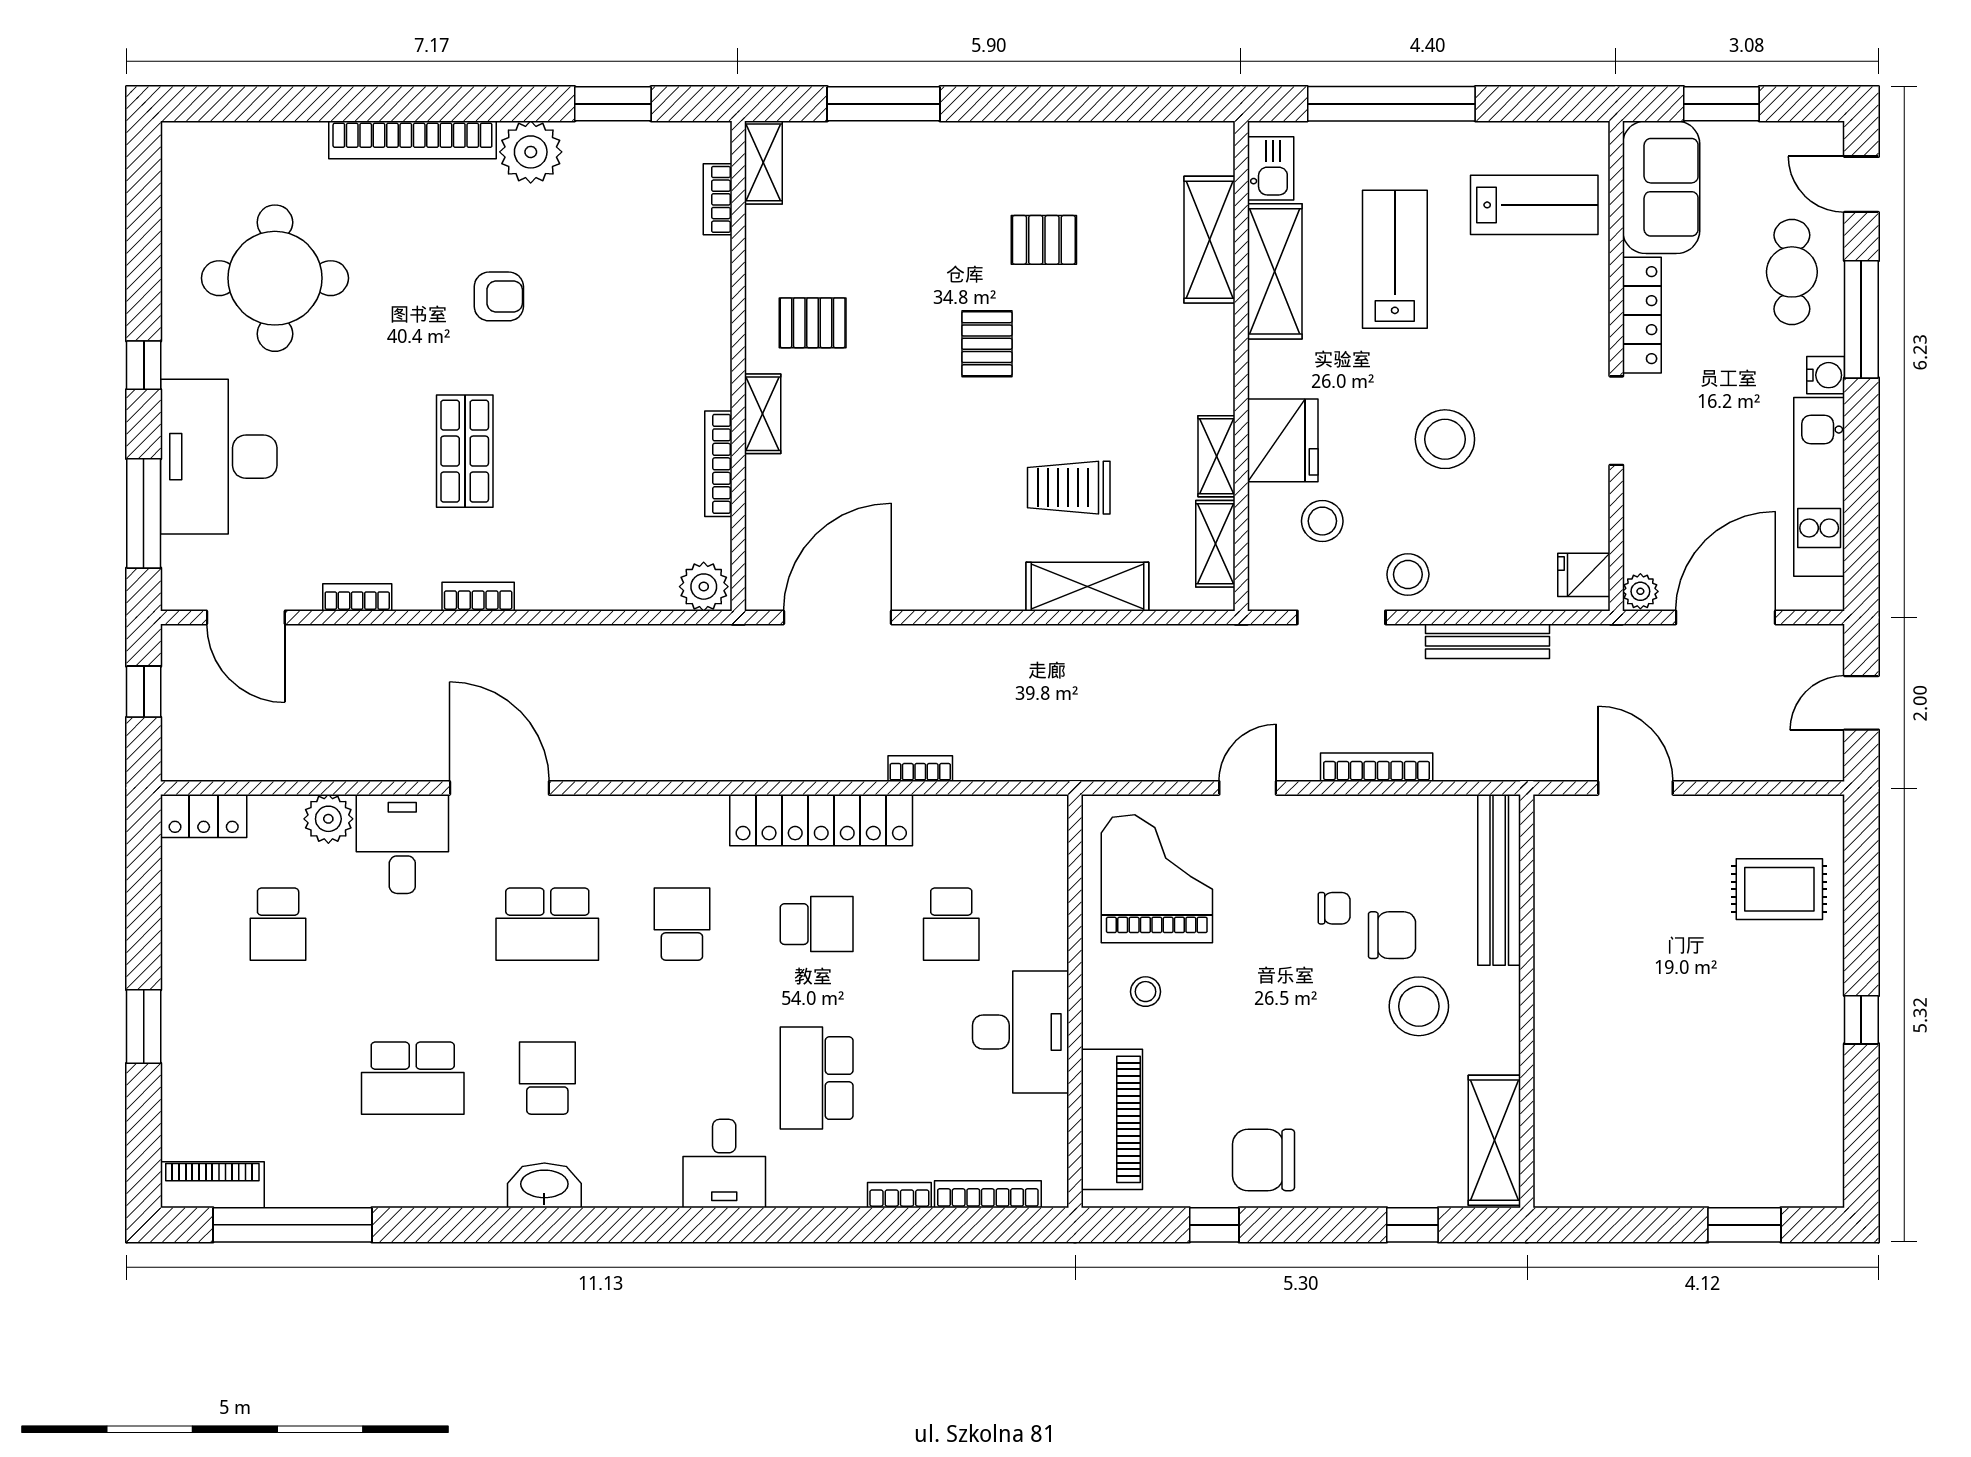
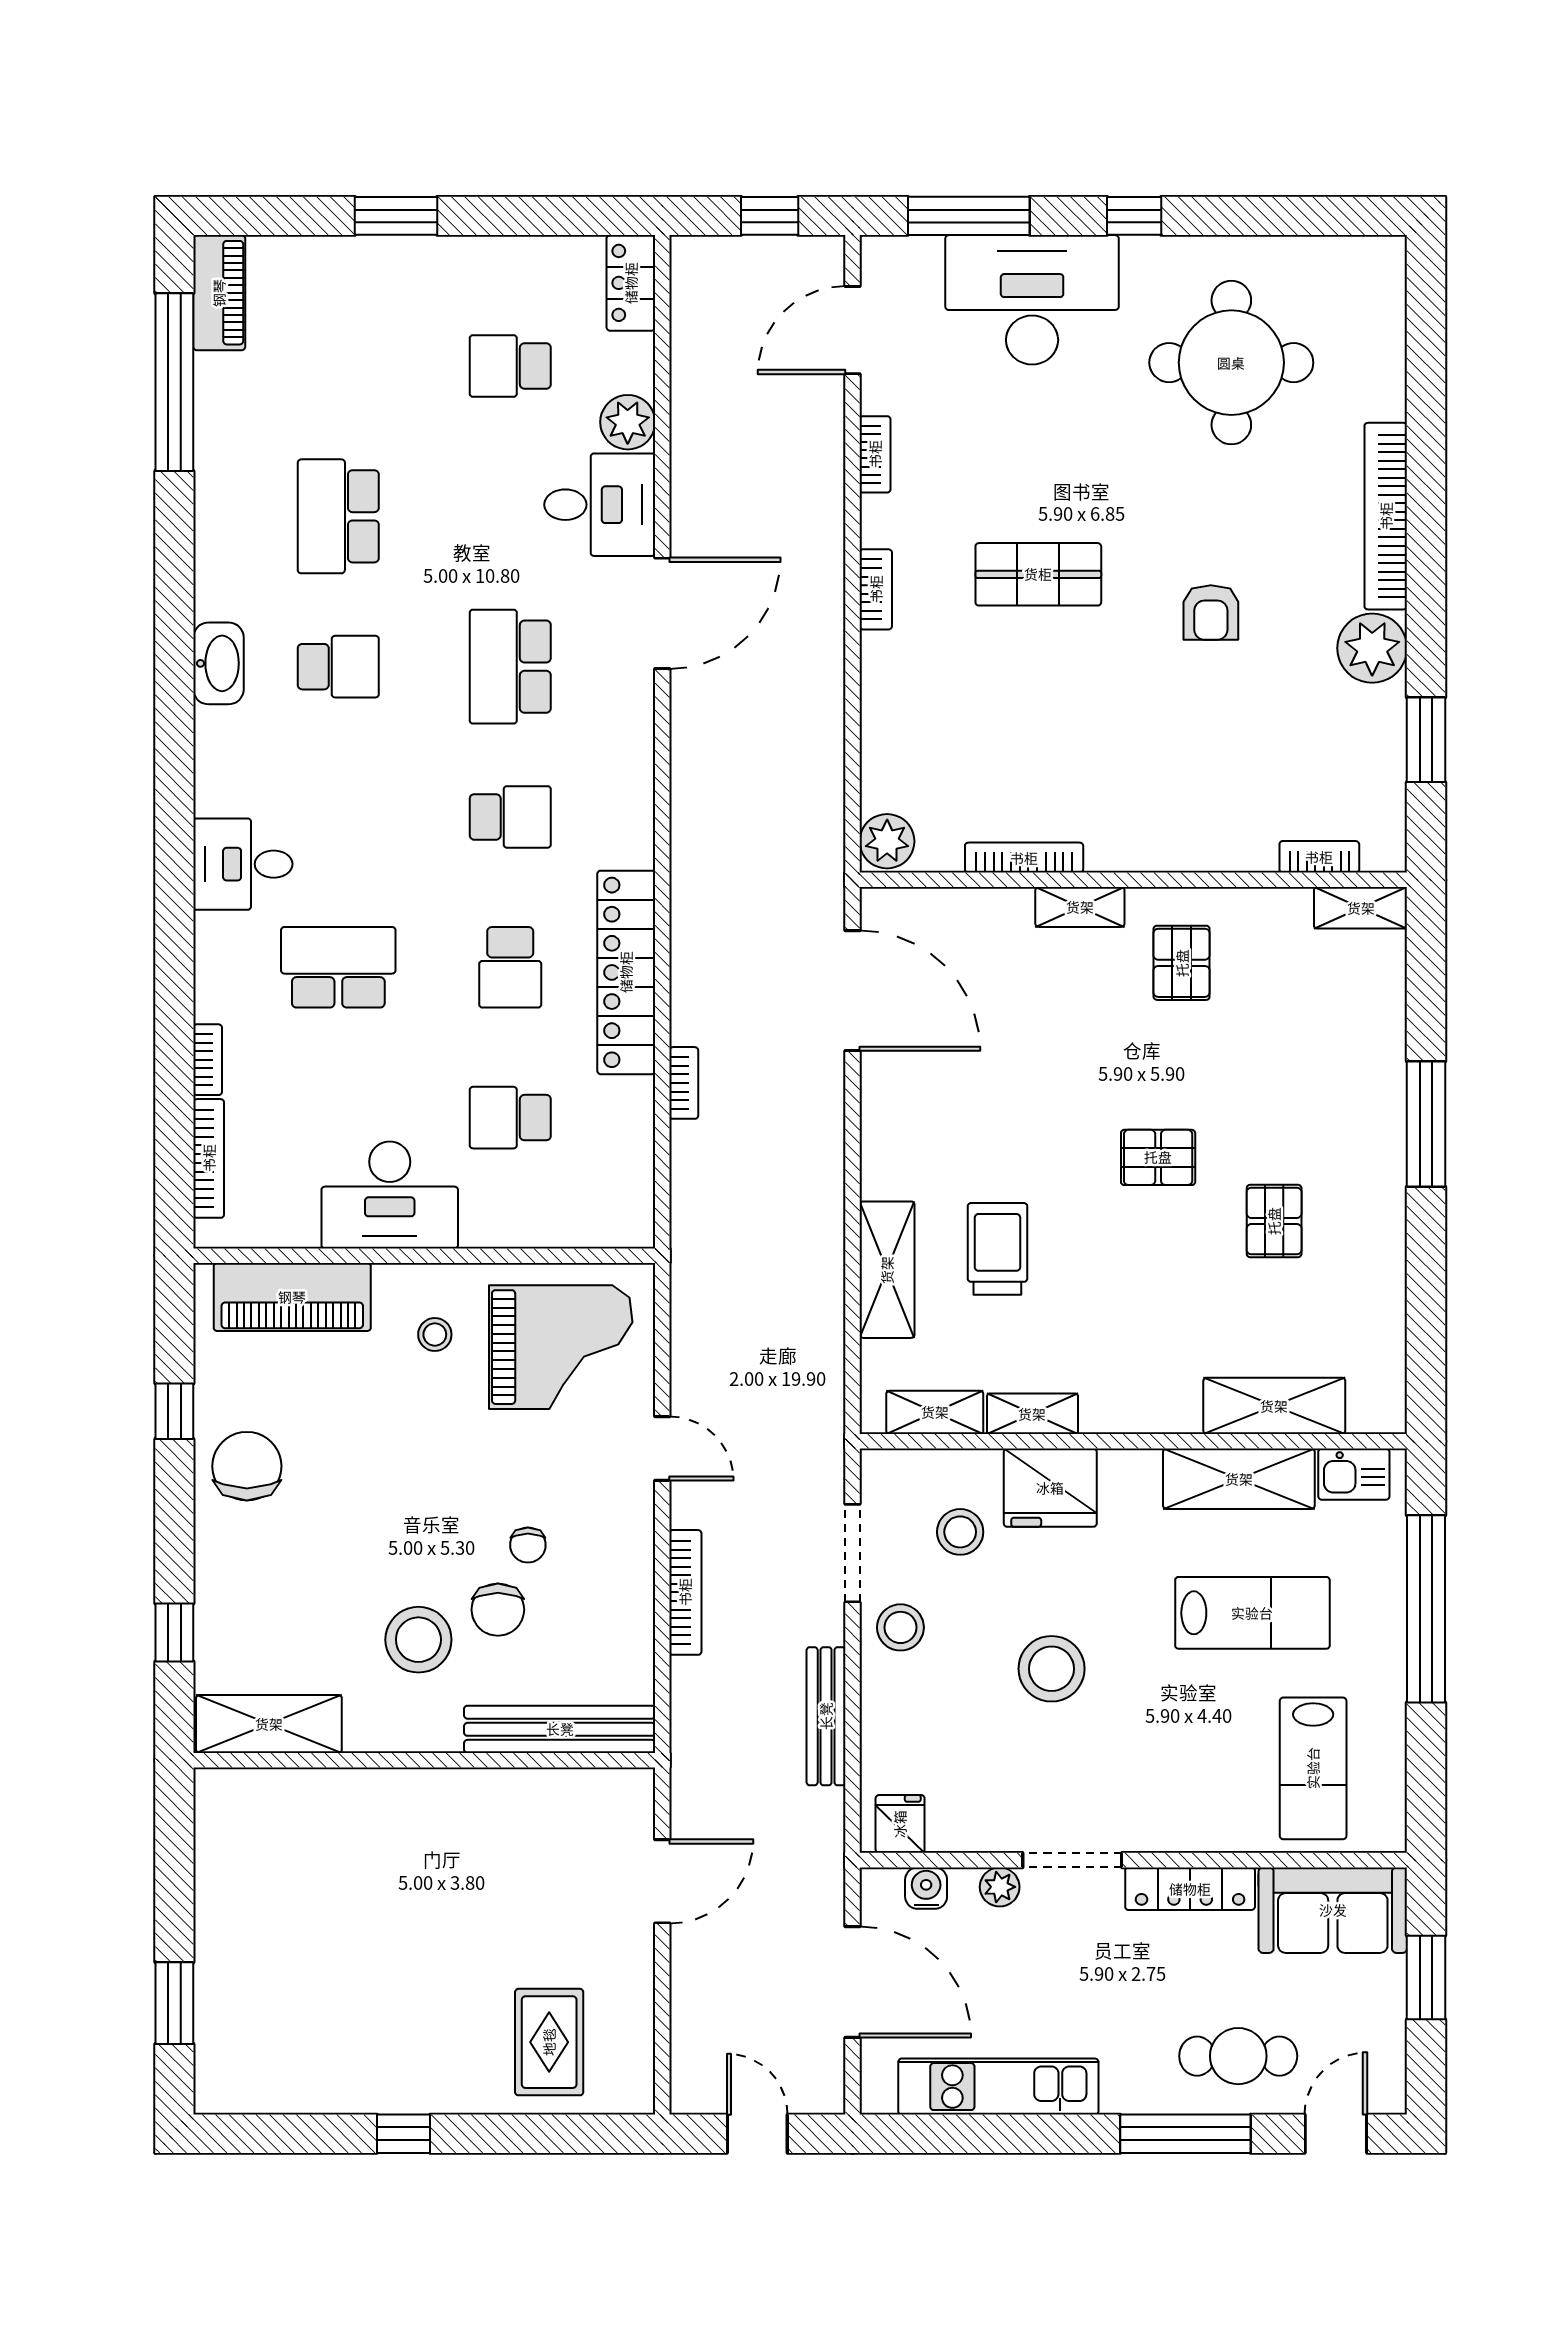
window: (884, 104) -> (1426, 1124), moved
water cooler: (1826, 375) -> (926, 1888), moved, turned 180
plant: (1640, 591) -> (1000, 1887), moved

